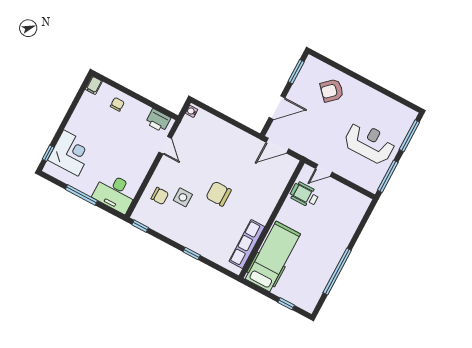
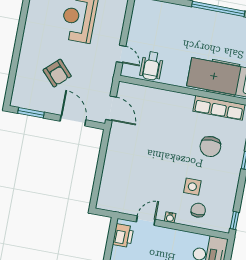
armchair: (332, 90) -> (57, 73), moved
water cooler: (192, 111) -> (170, 217), moved
chair: (219, 194) -> (210, 147), moved

